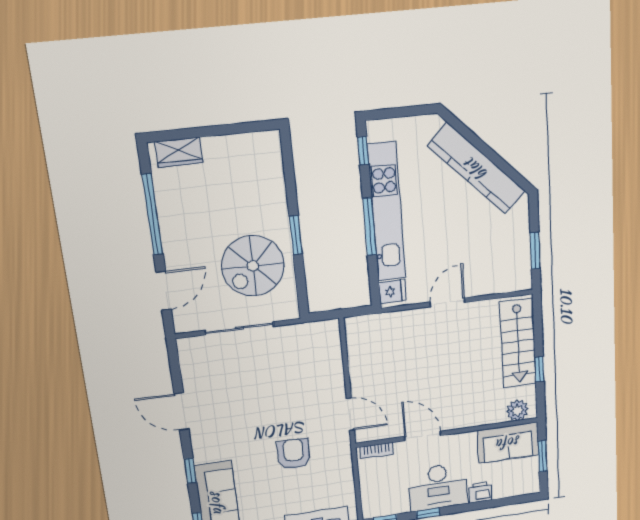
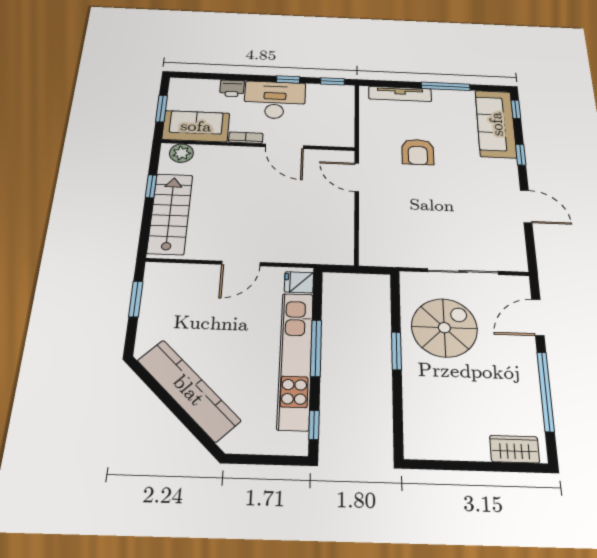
bookcase: (376, 451) -> (246, 138), moved

